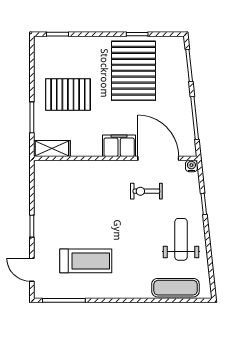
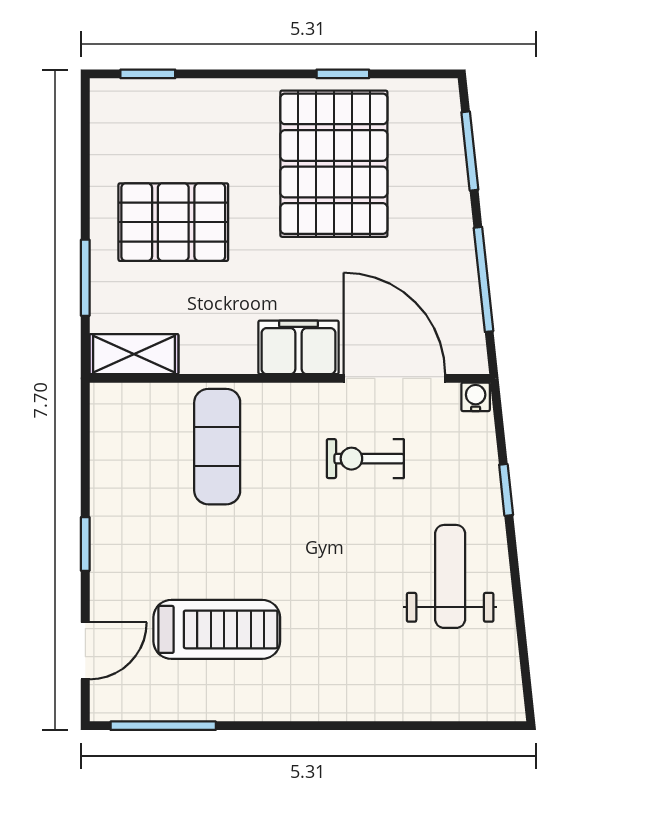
door: (32, 270) -> (85, 651), swing flipped
exercise mat: (175, 288) -> (217, 447), moved, turned 90

